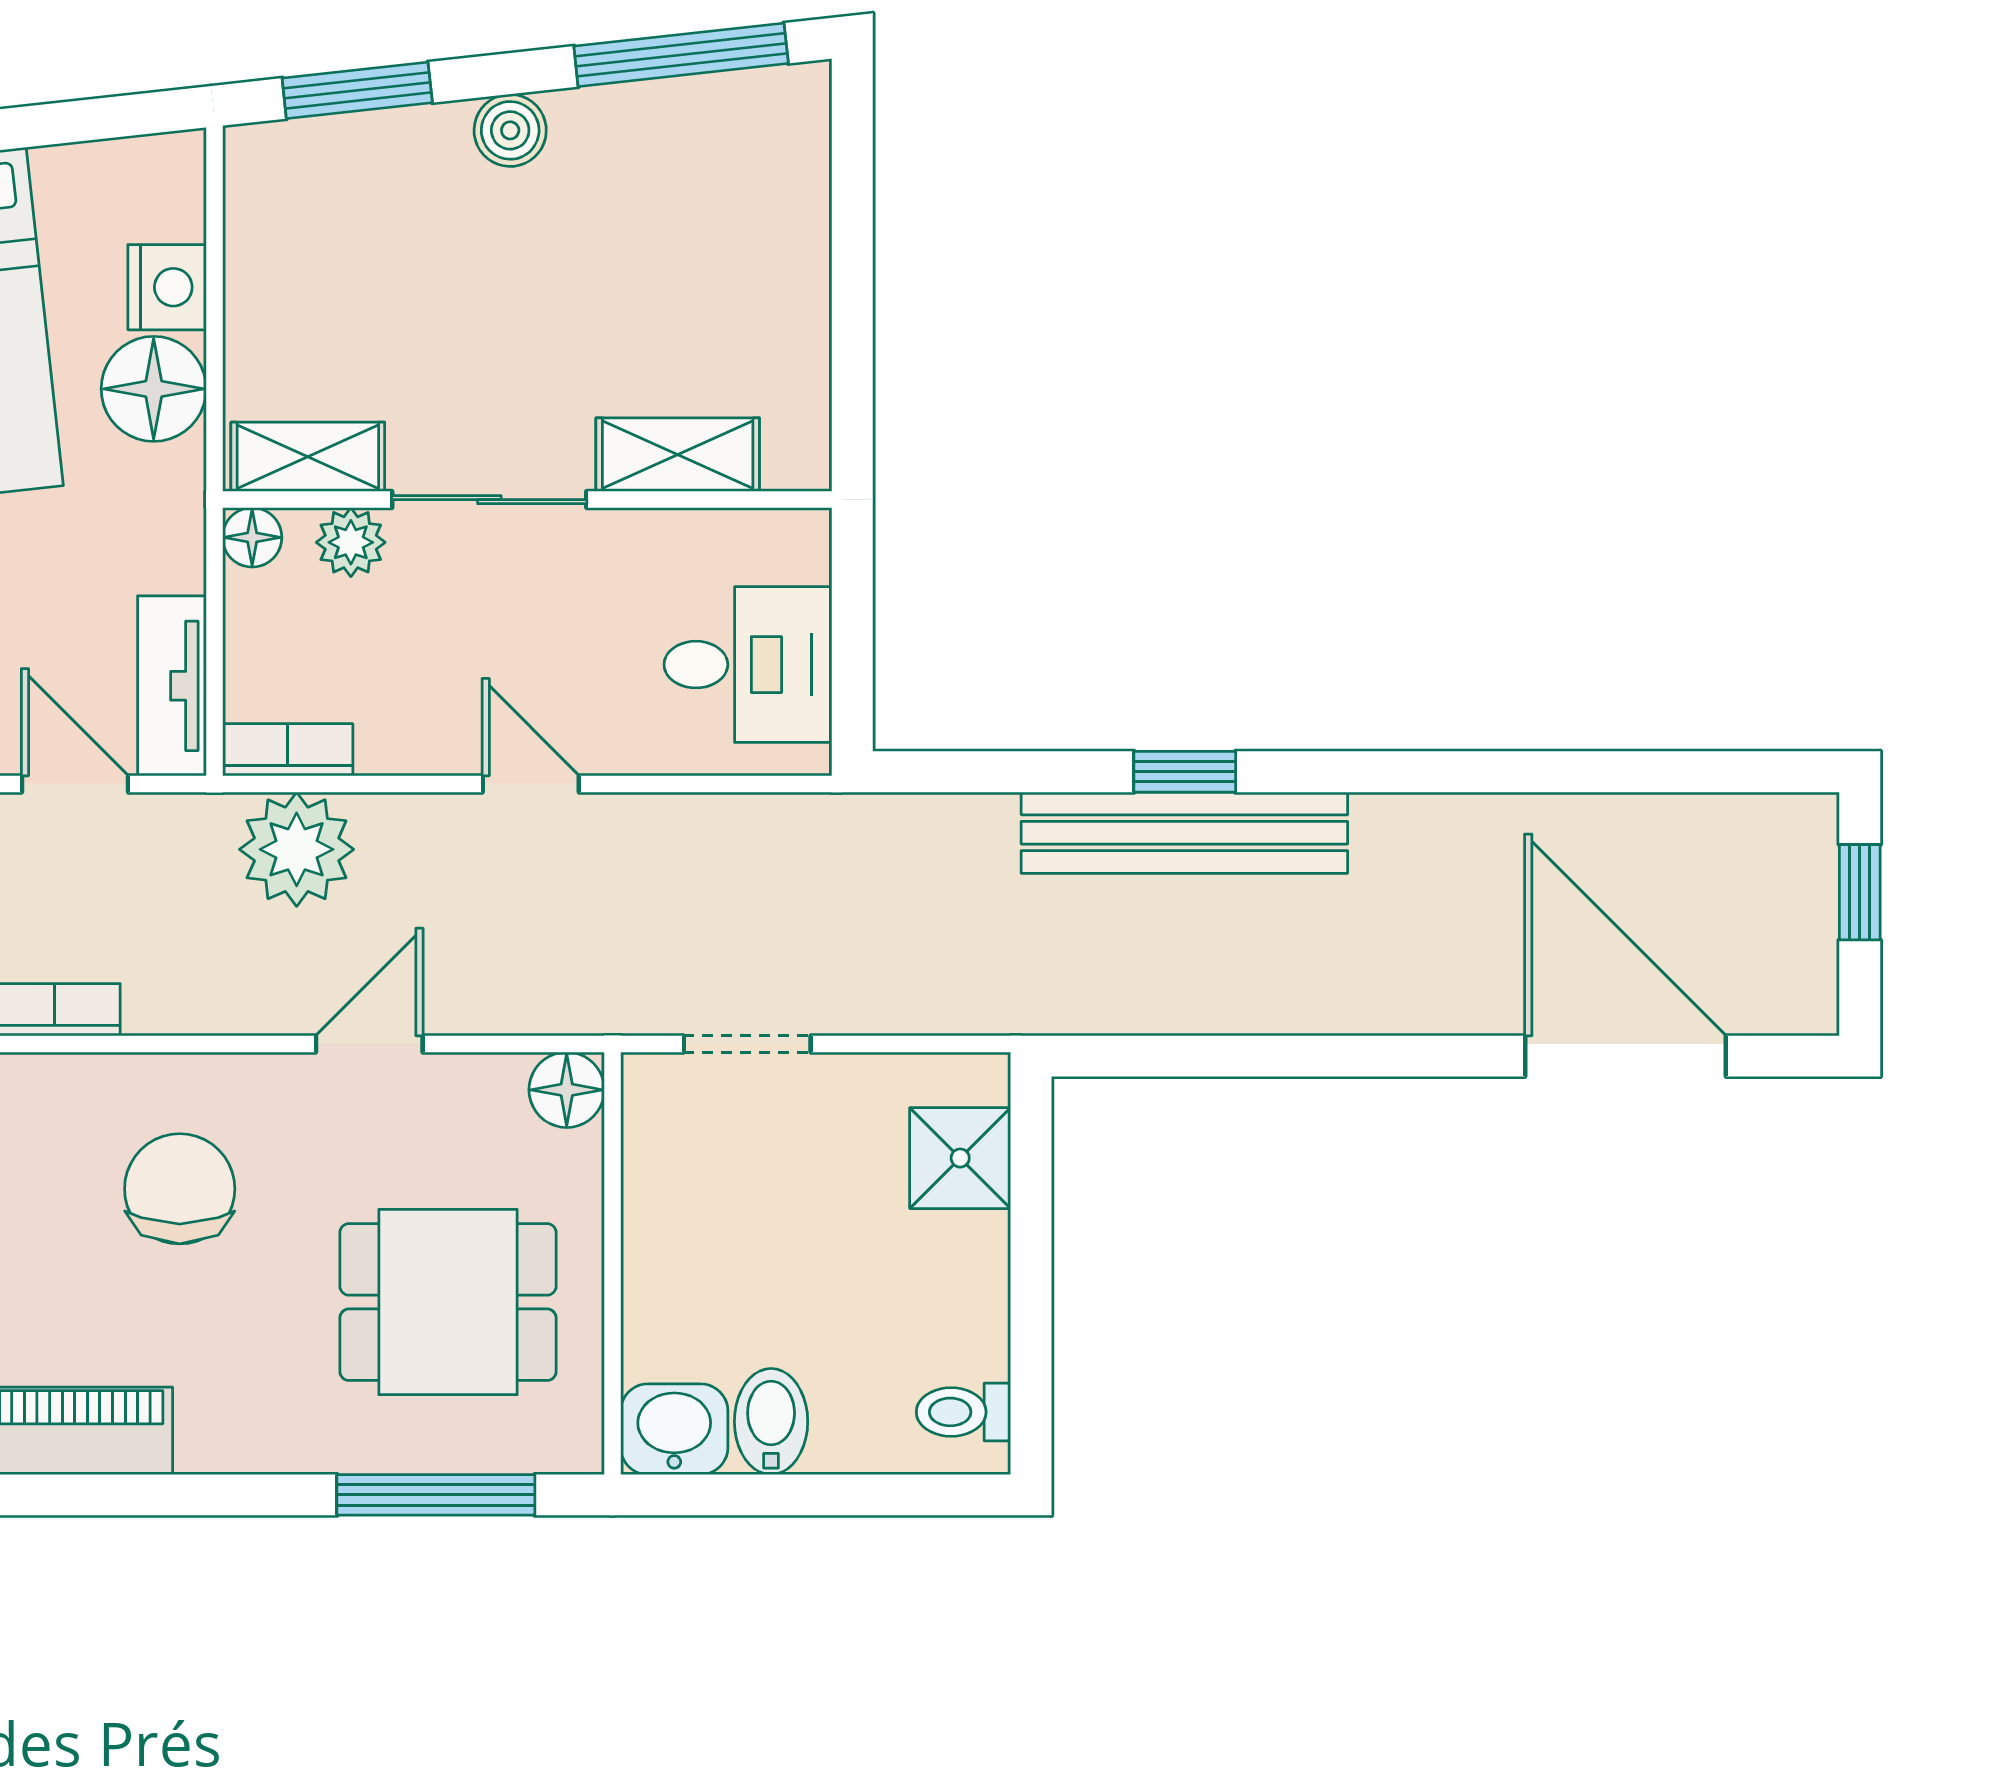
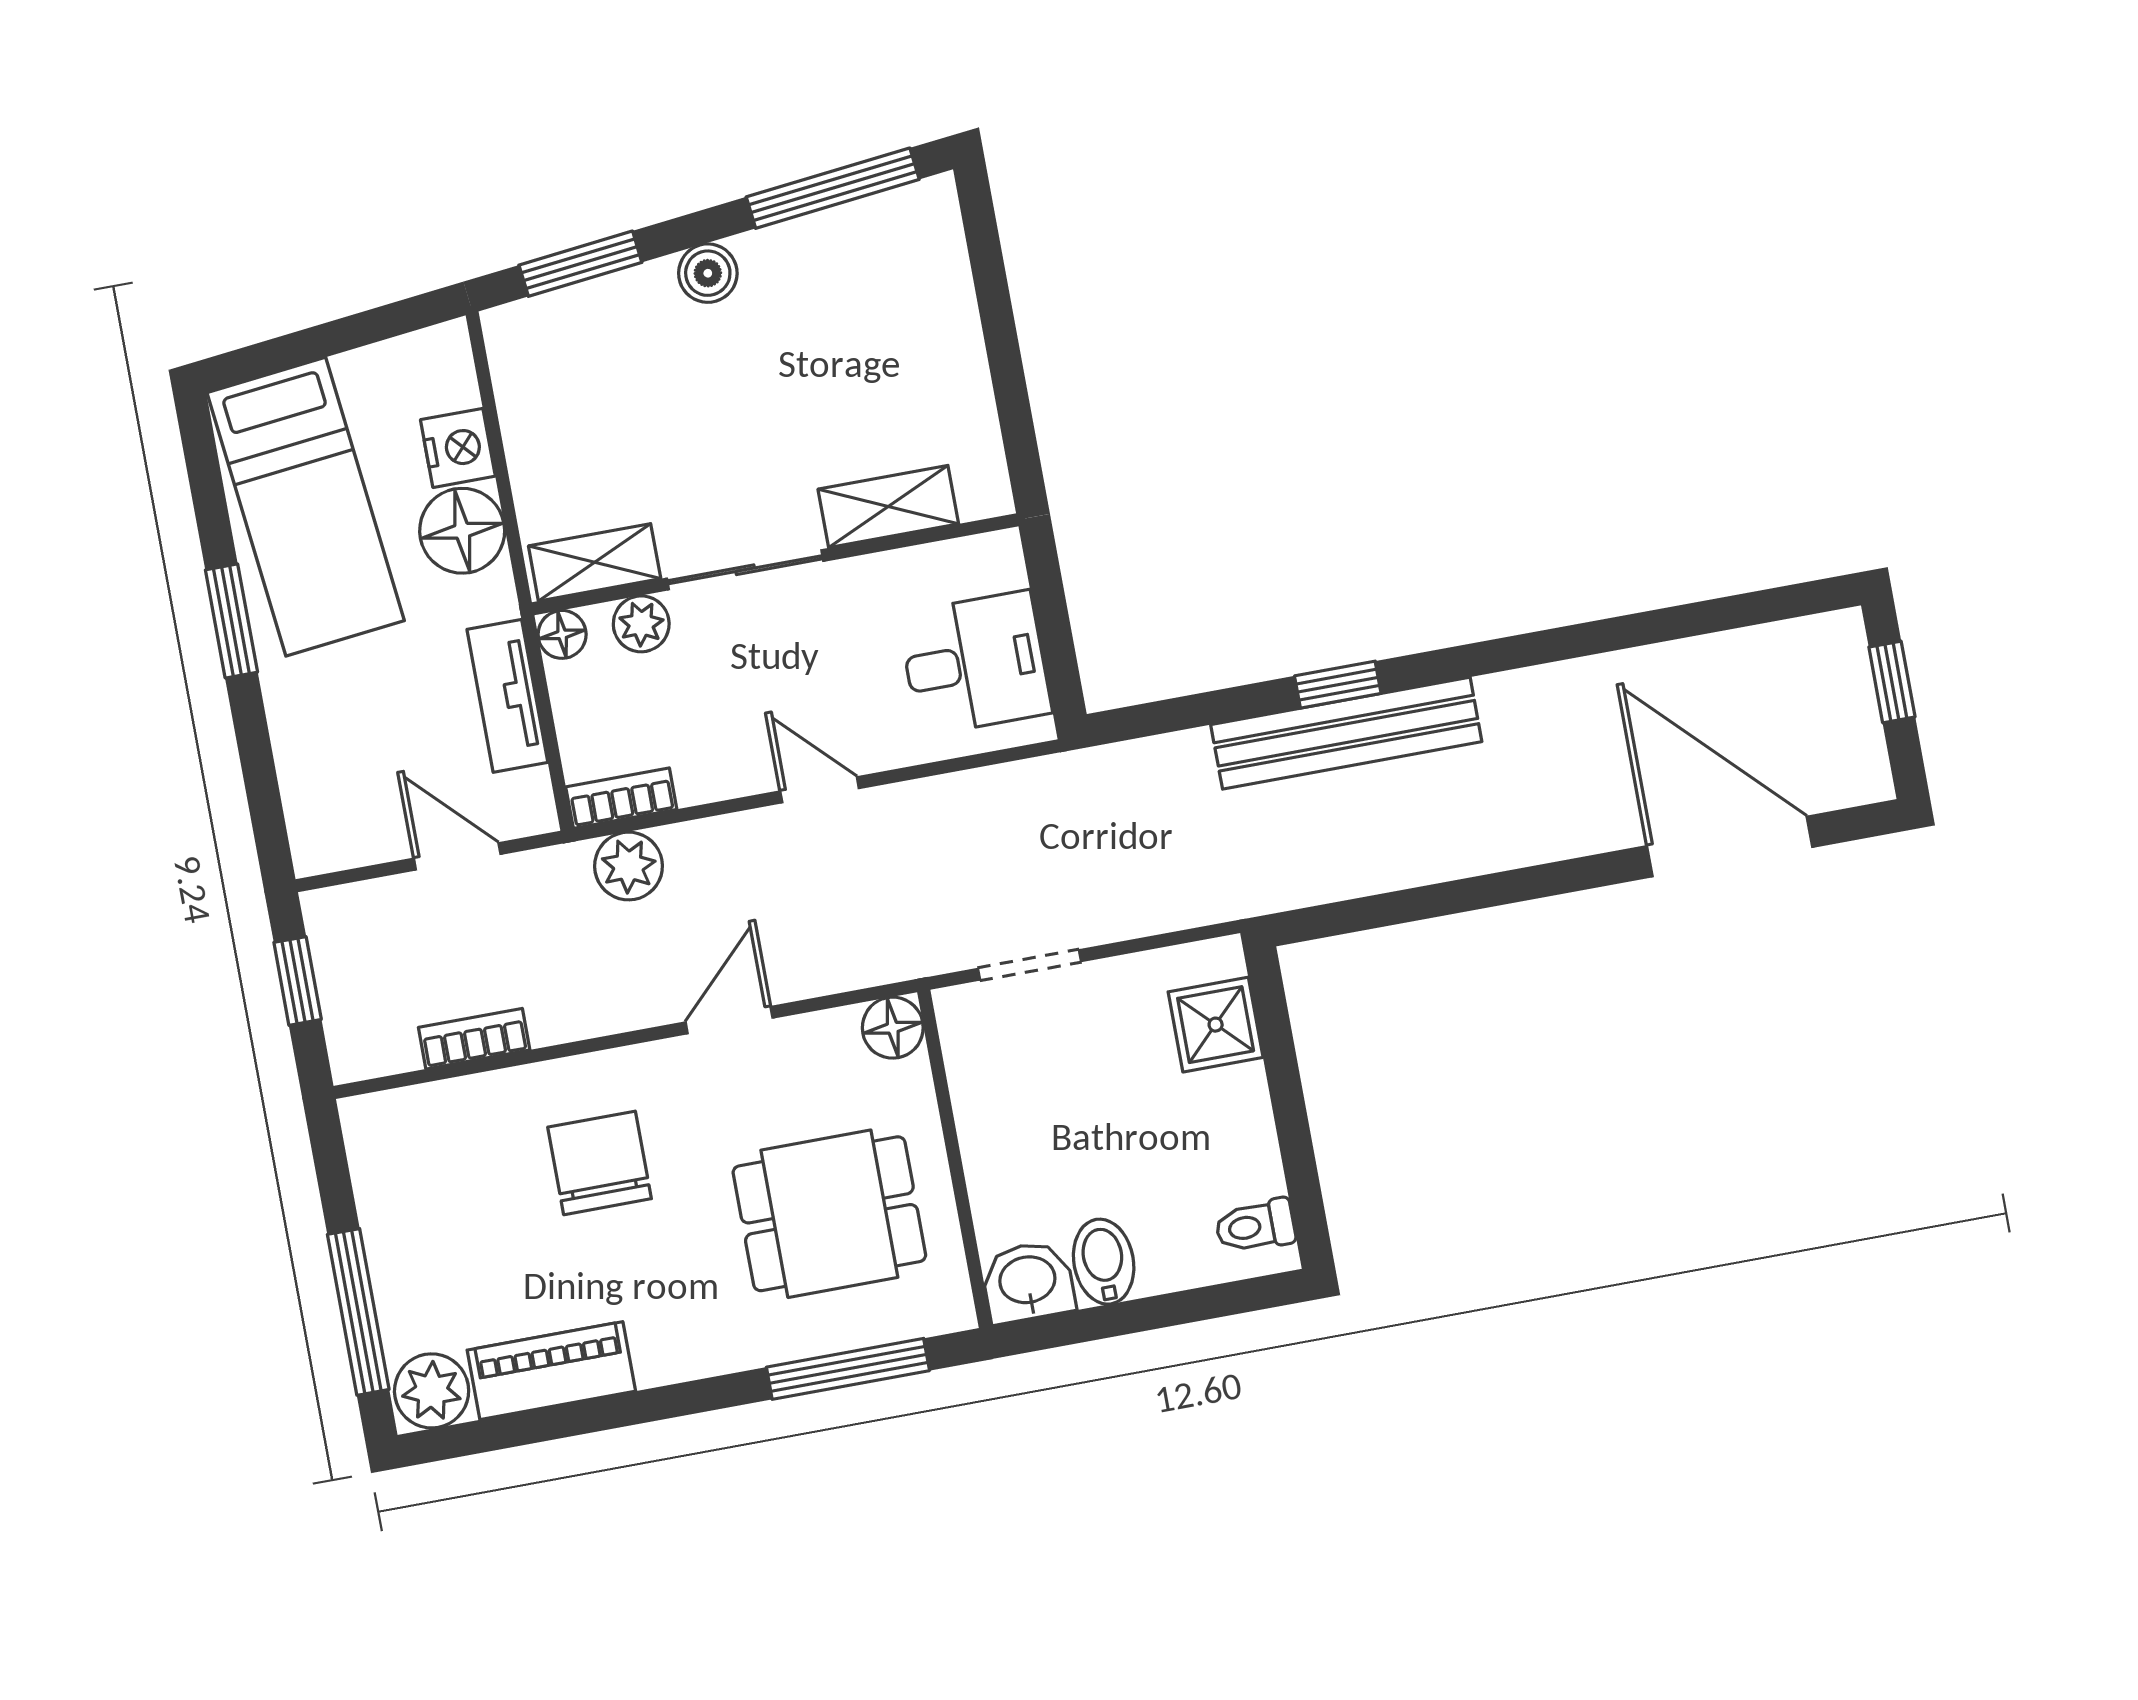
tv unit: (172, 686) -> (507, 696), moved
plant: (297, 849) -> (629, 866), width x0.73, depth x0.73

